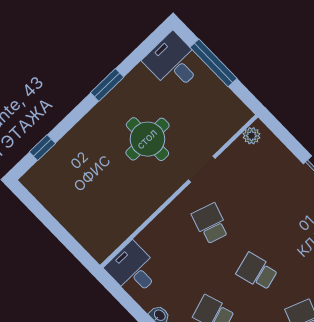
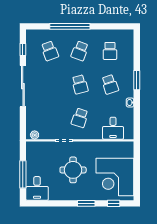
window: (107, 85) -> (86, 203), moved
corner desk: (77, 187) -> (115, 177), added
desk: (133, 269) -> (113, 128), moved

